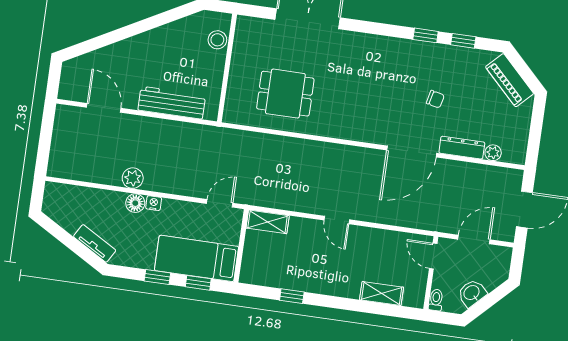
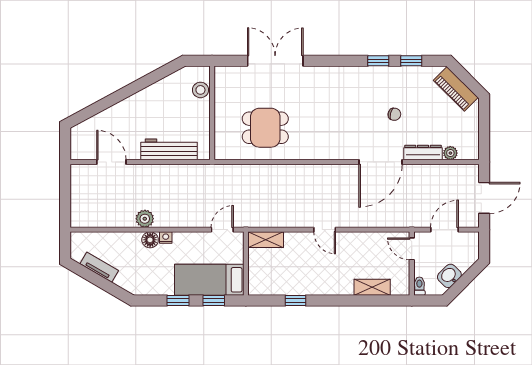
tv unit: (95, 243) -> (99, 267), moved

